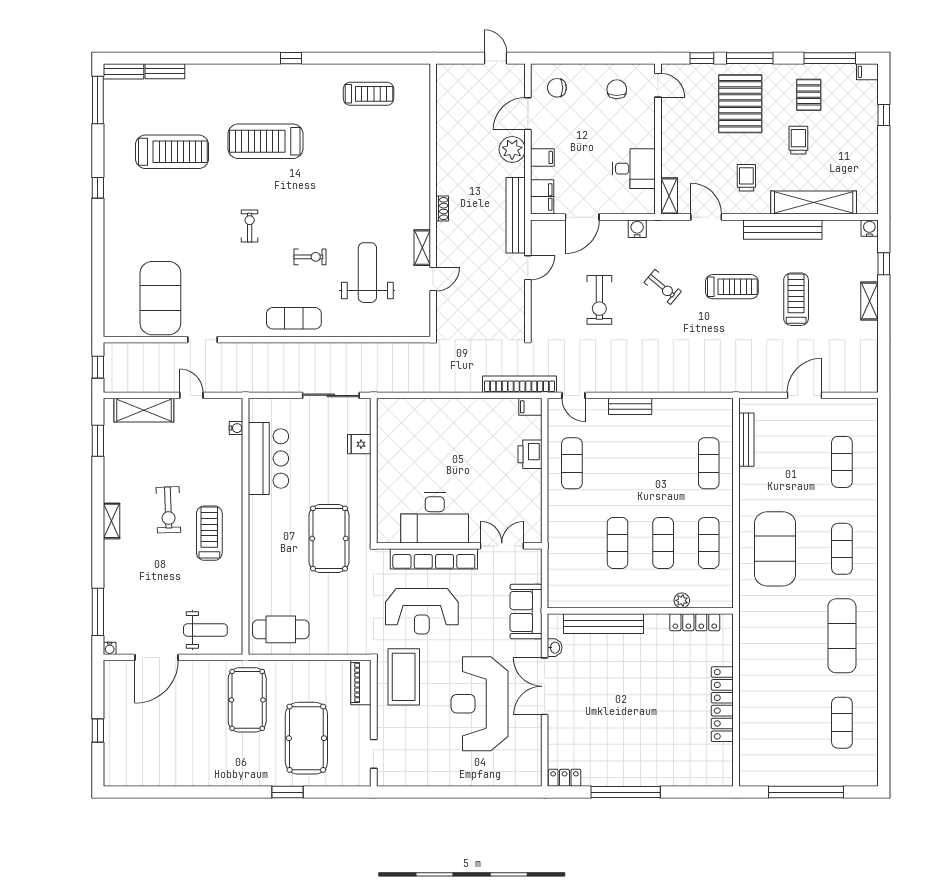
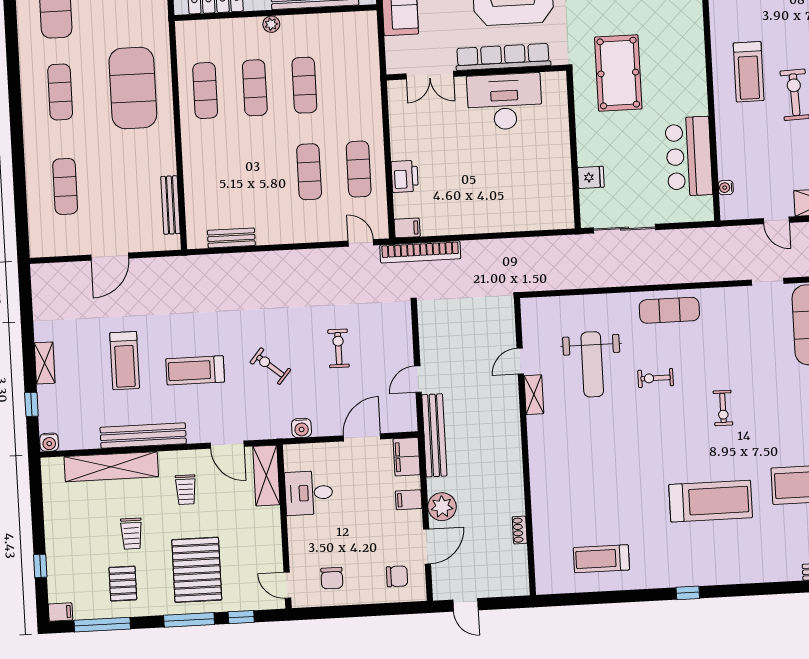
shelving: (669, 196) -> (266, 476), width x1.50, depth x1.33
shoe rack: (442, 209) -> (520, 530), moved
exercise bike: (599, 300) -> (338, 348), width x0.73, depth x0.72
bench: (630, 406) -> (231, 238), moved
exercise mat: (709, 463) -> (309, 172), moved
plant: (682, 600) -> (271, 24), moved

